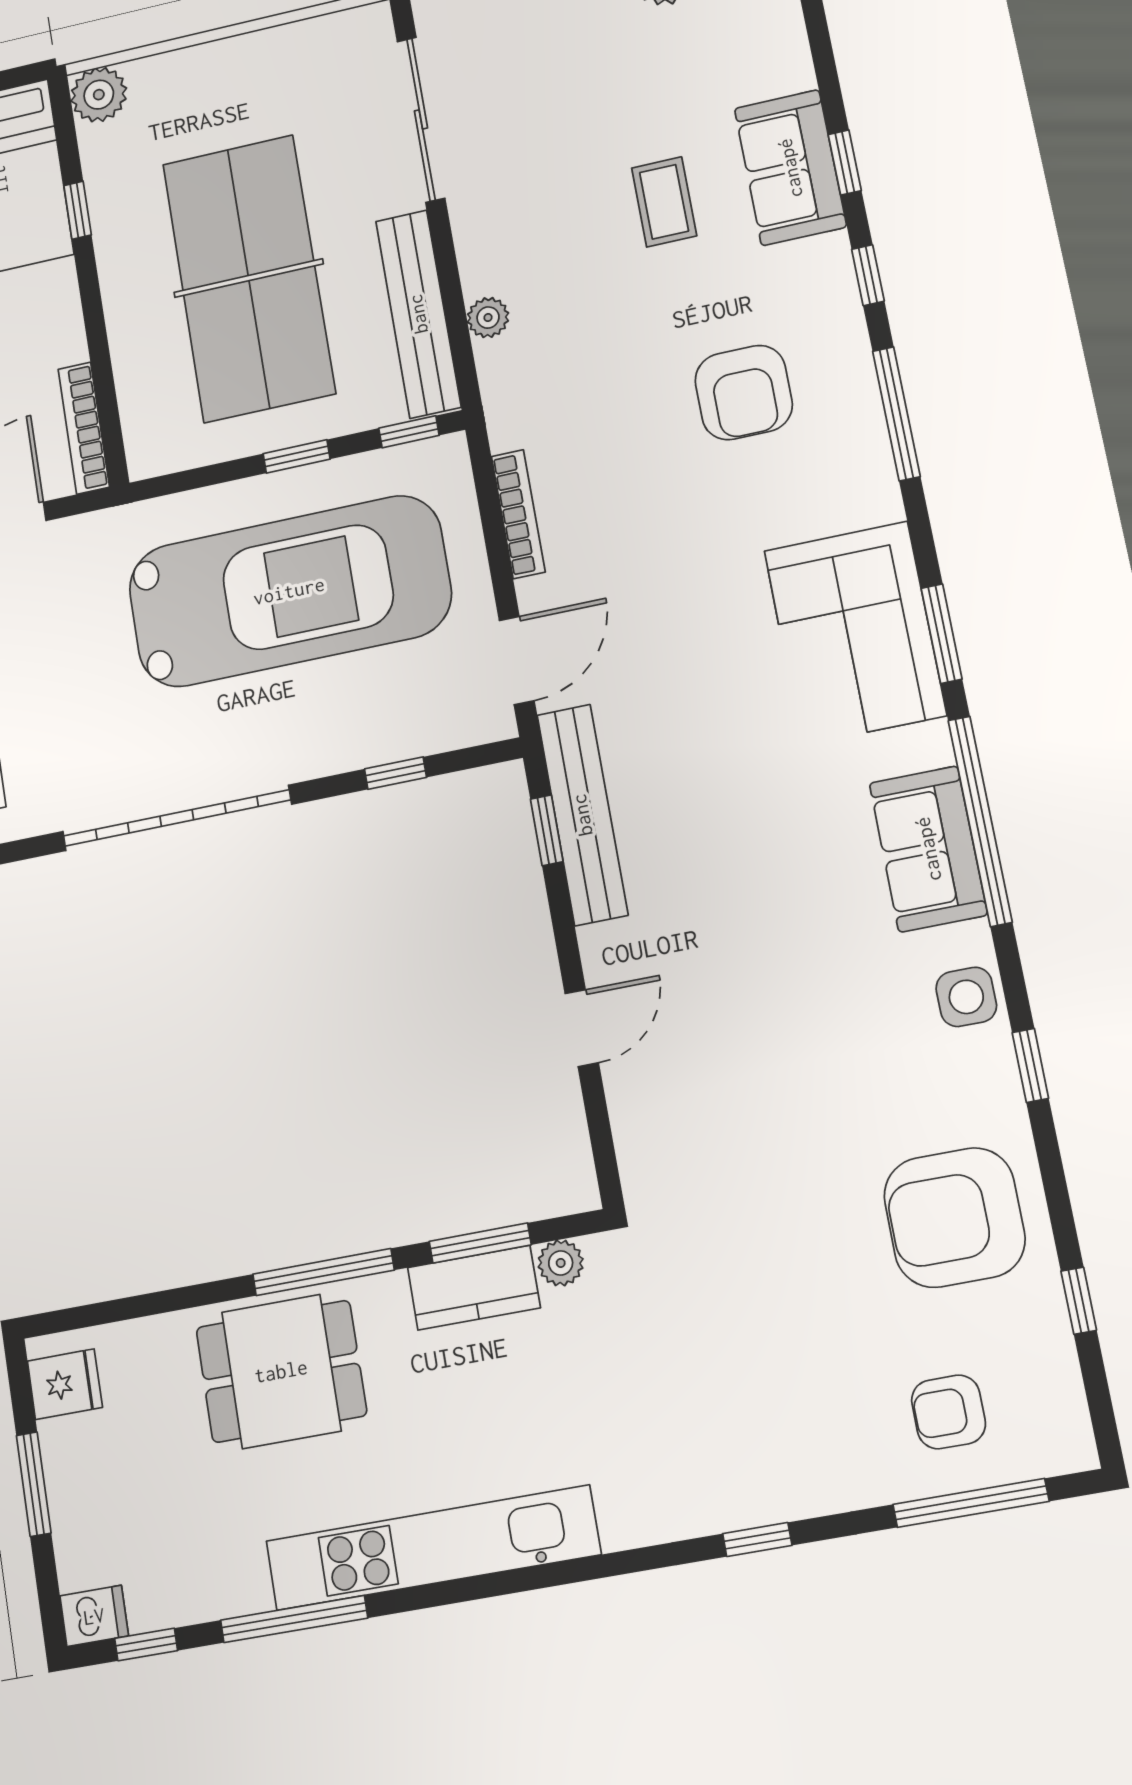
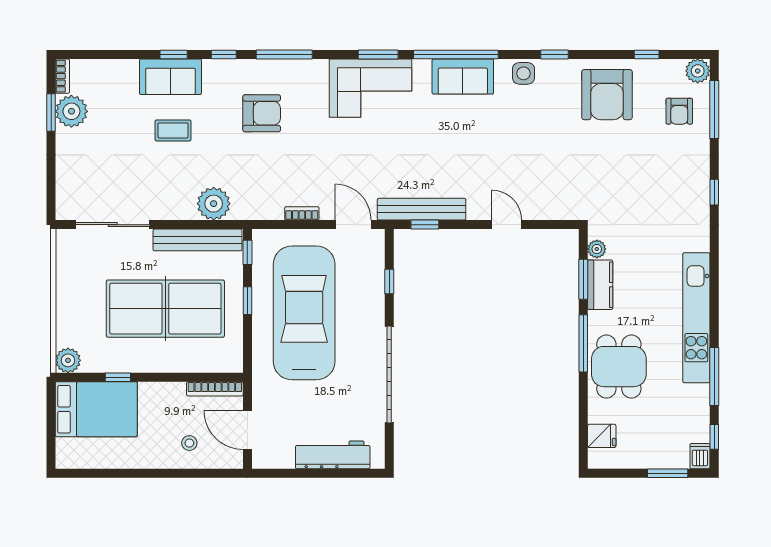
plant: (488, 318) -> (214, 204), width x1.87, depth x1.87
bookcase: (518, 514) -> (302, 213), width x0.64
fridge: (65, 1384) -> (602, 436), moved, turned 90
plant: (1063, 1442) -> (698, 71), added
window: (34, 1484) -> (668, 473), moved

